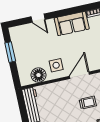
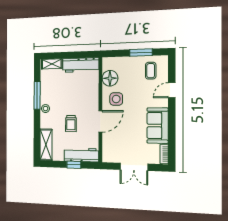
coffee table: (25, 40) -> (151, 71), added
door: (79, 75) -> (100, 121), hinge flipped

